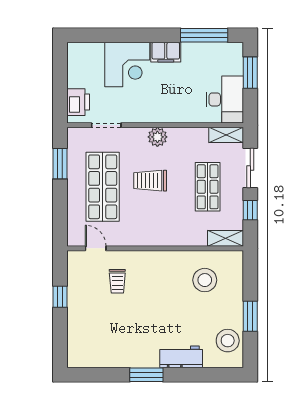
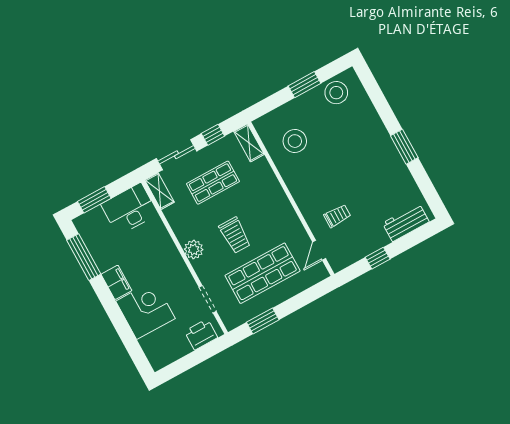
workbench: (181, 357) -> (406, 222), moved, turned 90

